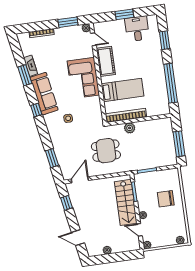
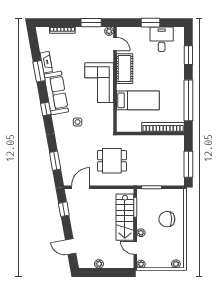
bookcase: (126, 115) -> (163, 127), moved
plant: (130, 128) -> (140, 141), removed

